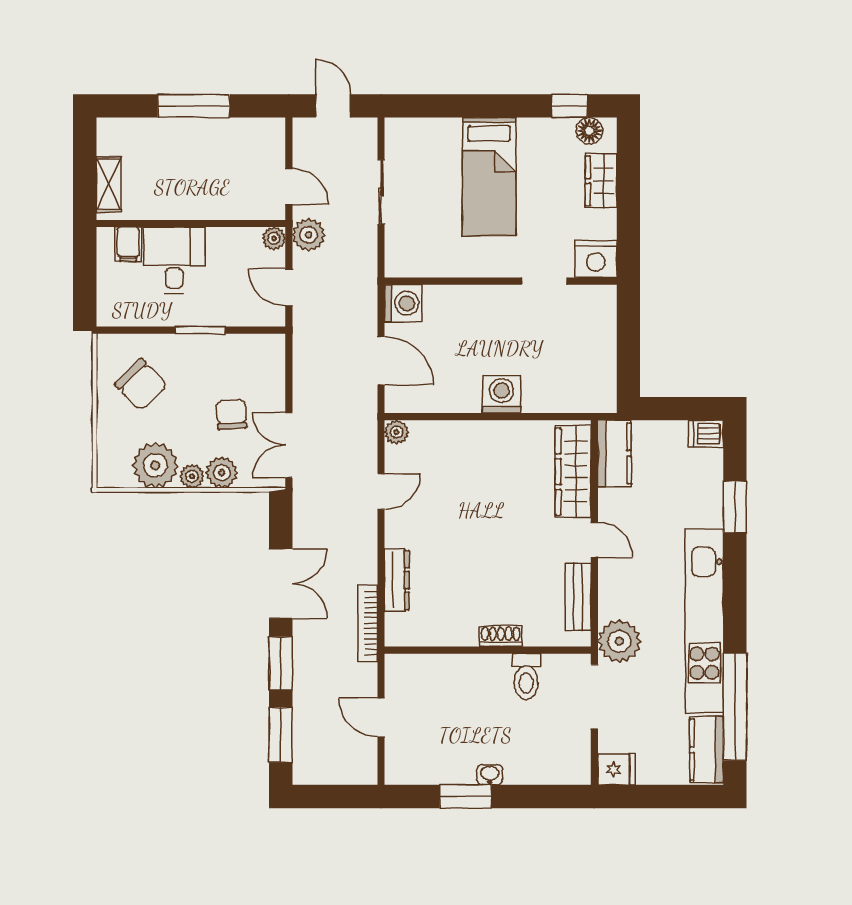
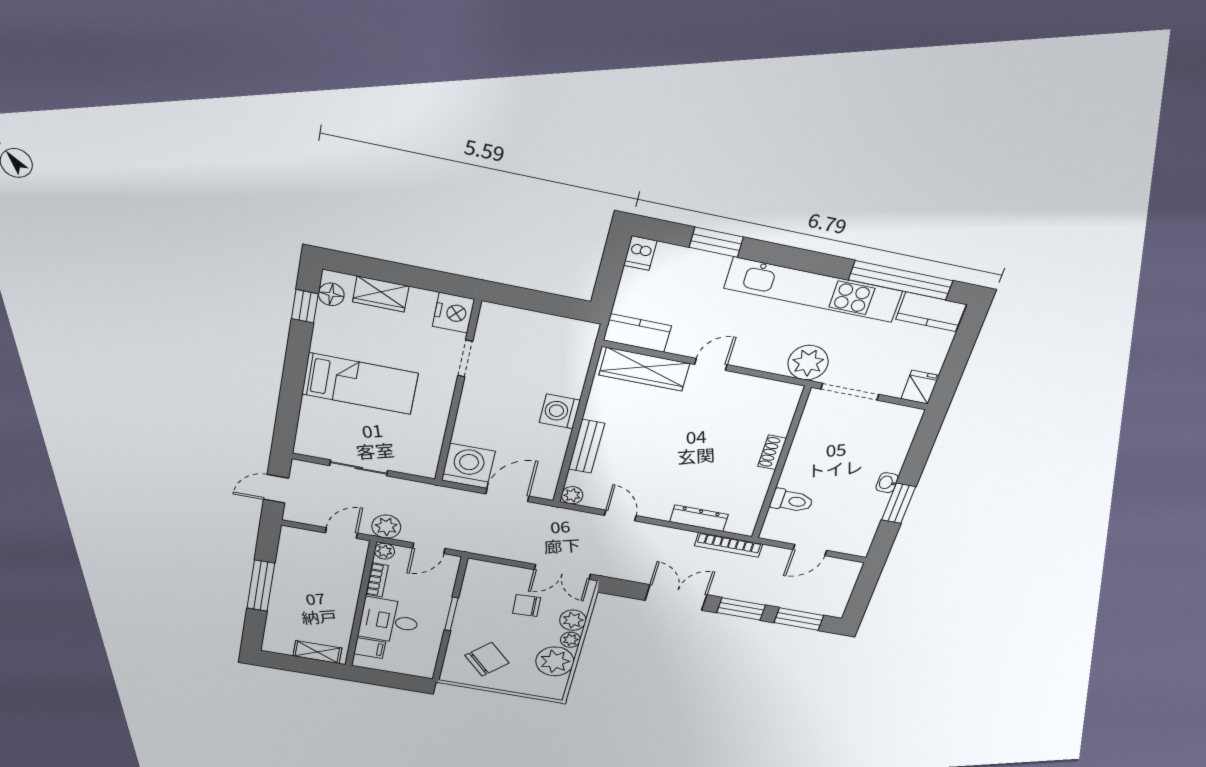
bookcase: (231, 237) -> (377, 580), added
washing machine: (403, 303) -> (468, 466), width x1.37, depth x1.37
bench: (578, 597) -> (586, 446), moved, turned 90
toilet: (526, 677) -> (792, 501), moved

